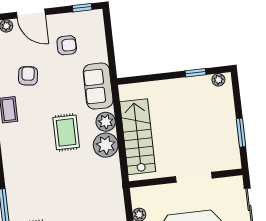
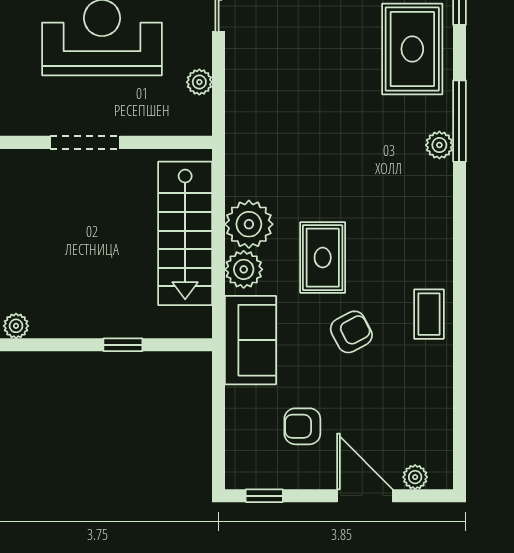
window: (195, 73) -> (123, 345), moved
armchair: (28, 76) -> (351, 332), moved, turned -126
plant: (13, 196) -> (439, 145), added

